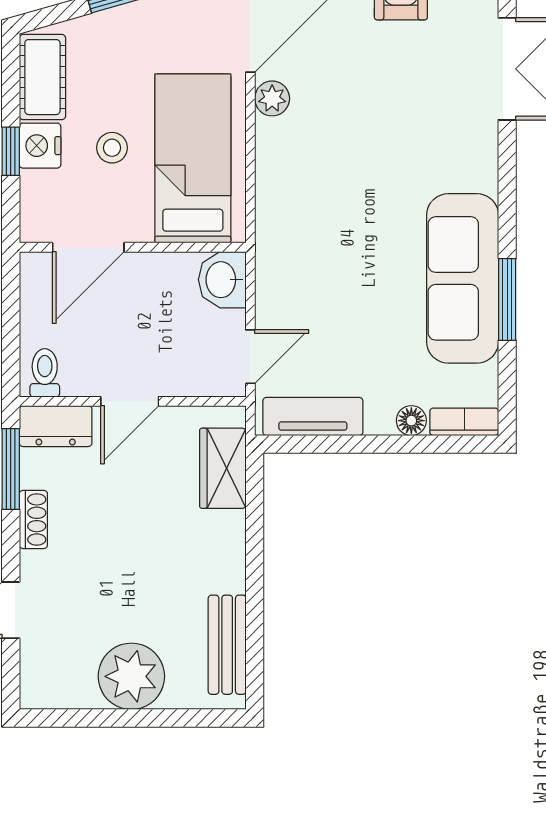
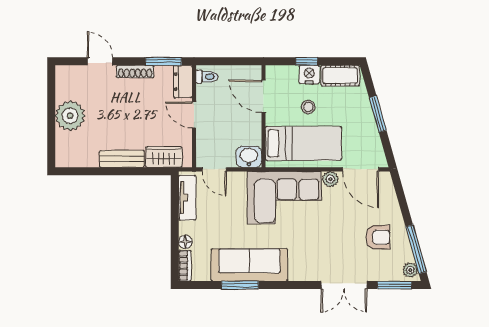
corner sofa: (313, 201) -> (284, 198), added
shoe rack: (33, 519) -> (135, 72), width x1.43
bench: (227, 645) -> (122, 159), moved

